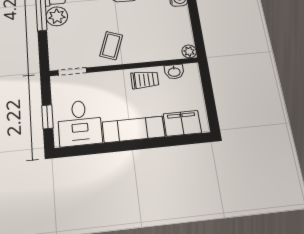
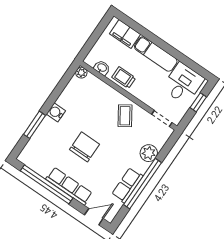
plant: (57, 16) -> (149, 153), moved
coffee table: (111, 46) -> (125, 116), turned -53

